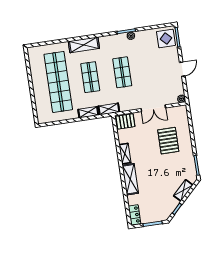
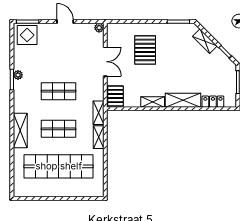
pallet: (168, 141) -> (145, 50), turned 90
locker: (134, 215) -> (213, 102), moved

